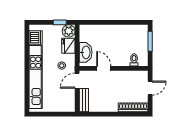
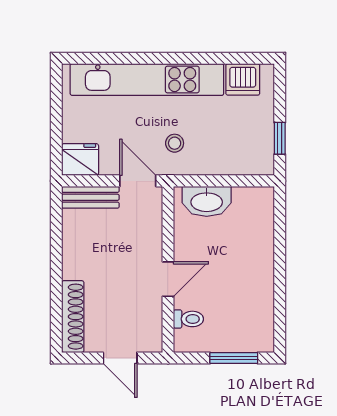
plant: (69, 31) -> (259, 160), removed
fridge: (68, 46) -> (80, 160), moved
door: (104, 68) -> (168, 279), moved

